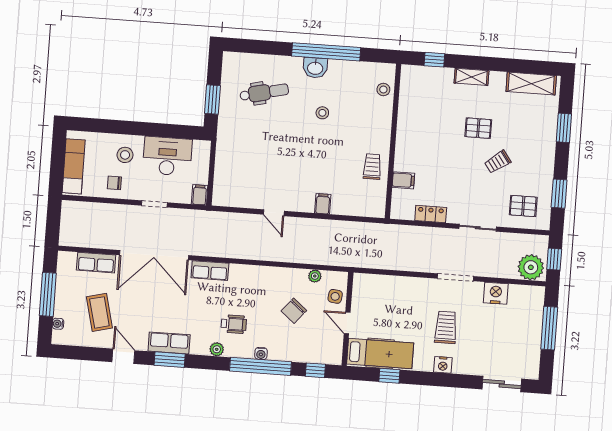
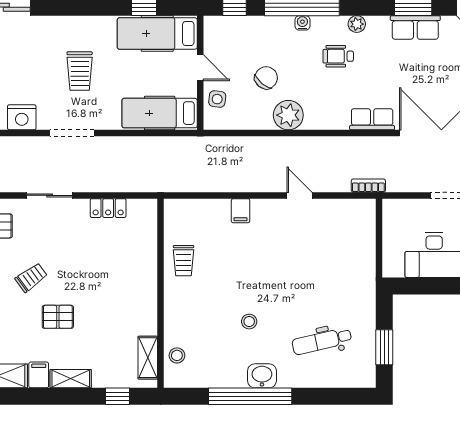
shelving: (407, 89) -> (148, 358), added
window: (212, 99) -> (384, 347), moved
filing cabinet: (403, 180) -> (39, 375), moved, turned 90
filing cabinet: (200, 195) -> (391, 211), removed
bookcase: (217, 217) -> (368, 186), added
plant: (315, 276) -> (288, 115), moved, width x1.88, depth x1.88
hospital bed: (383, 288) -> (160, 113), added
nightstand: (443, 365) -> (80, 25), removed

